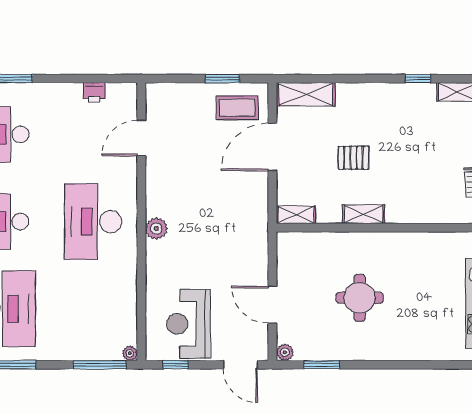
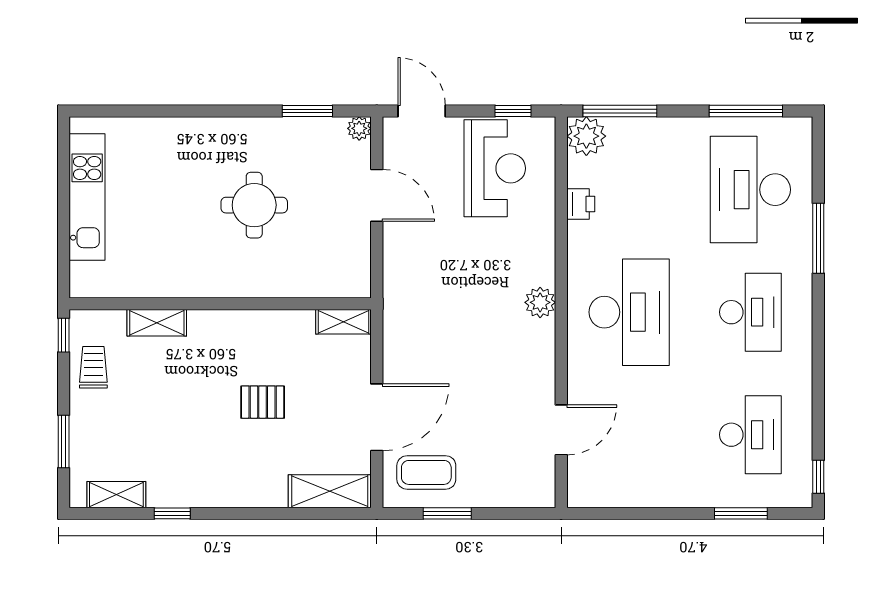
printer: (94, 92) -> (581, 204), moved, turned 90
shelving: (363, 214) -> (157, 323), moved
plant: (130, 353) -> (586, 136), width x1.88, depth x1.88

